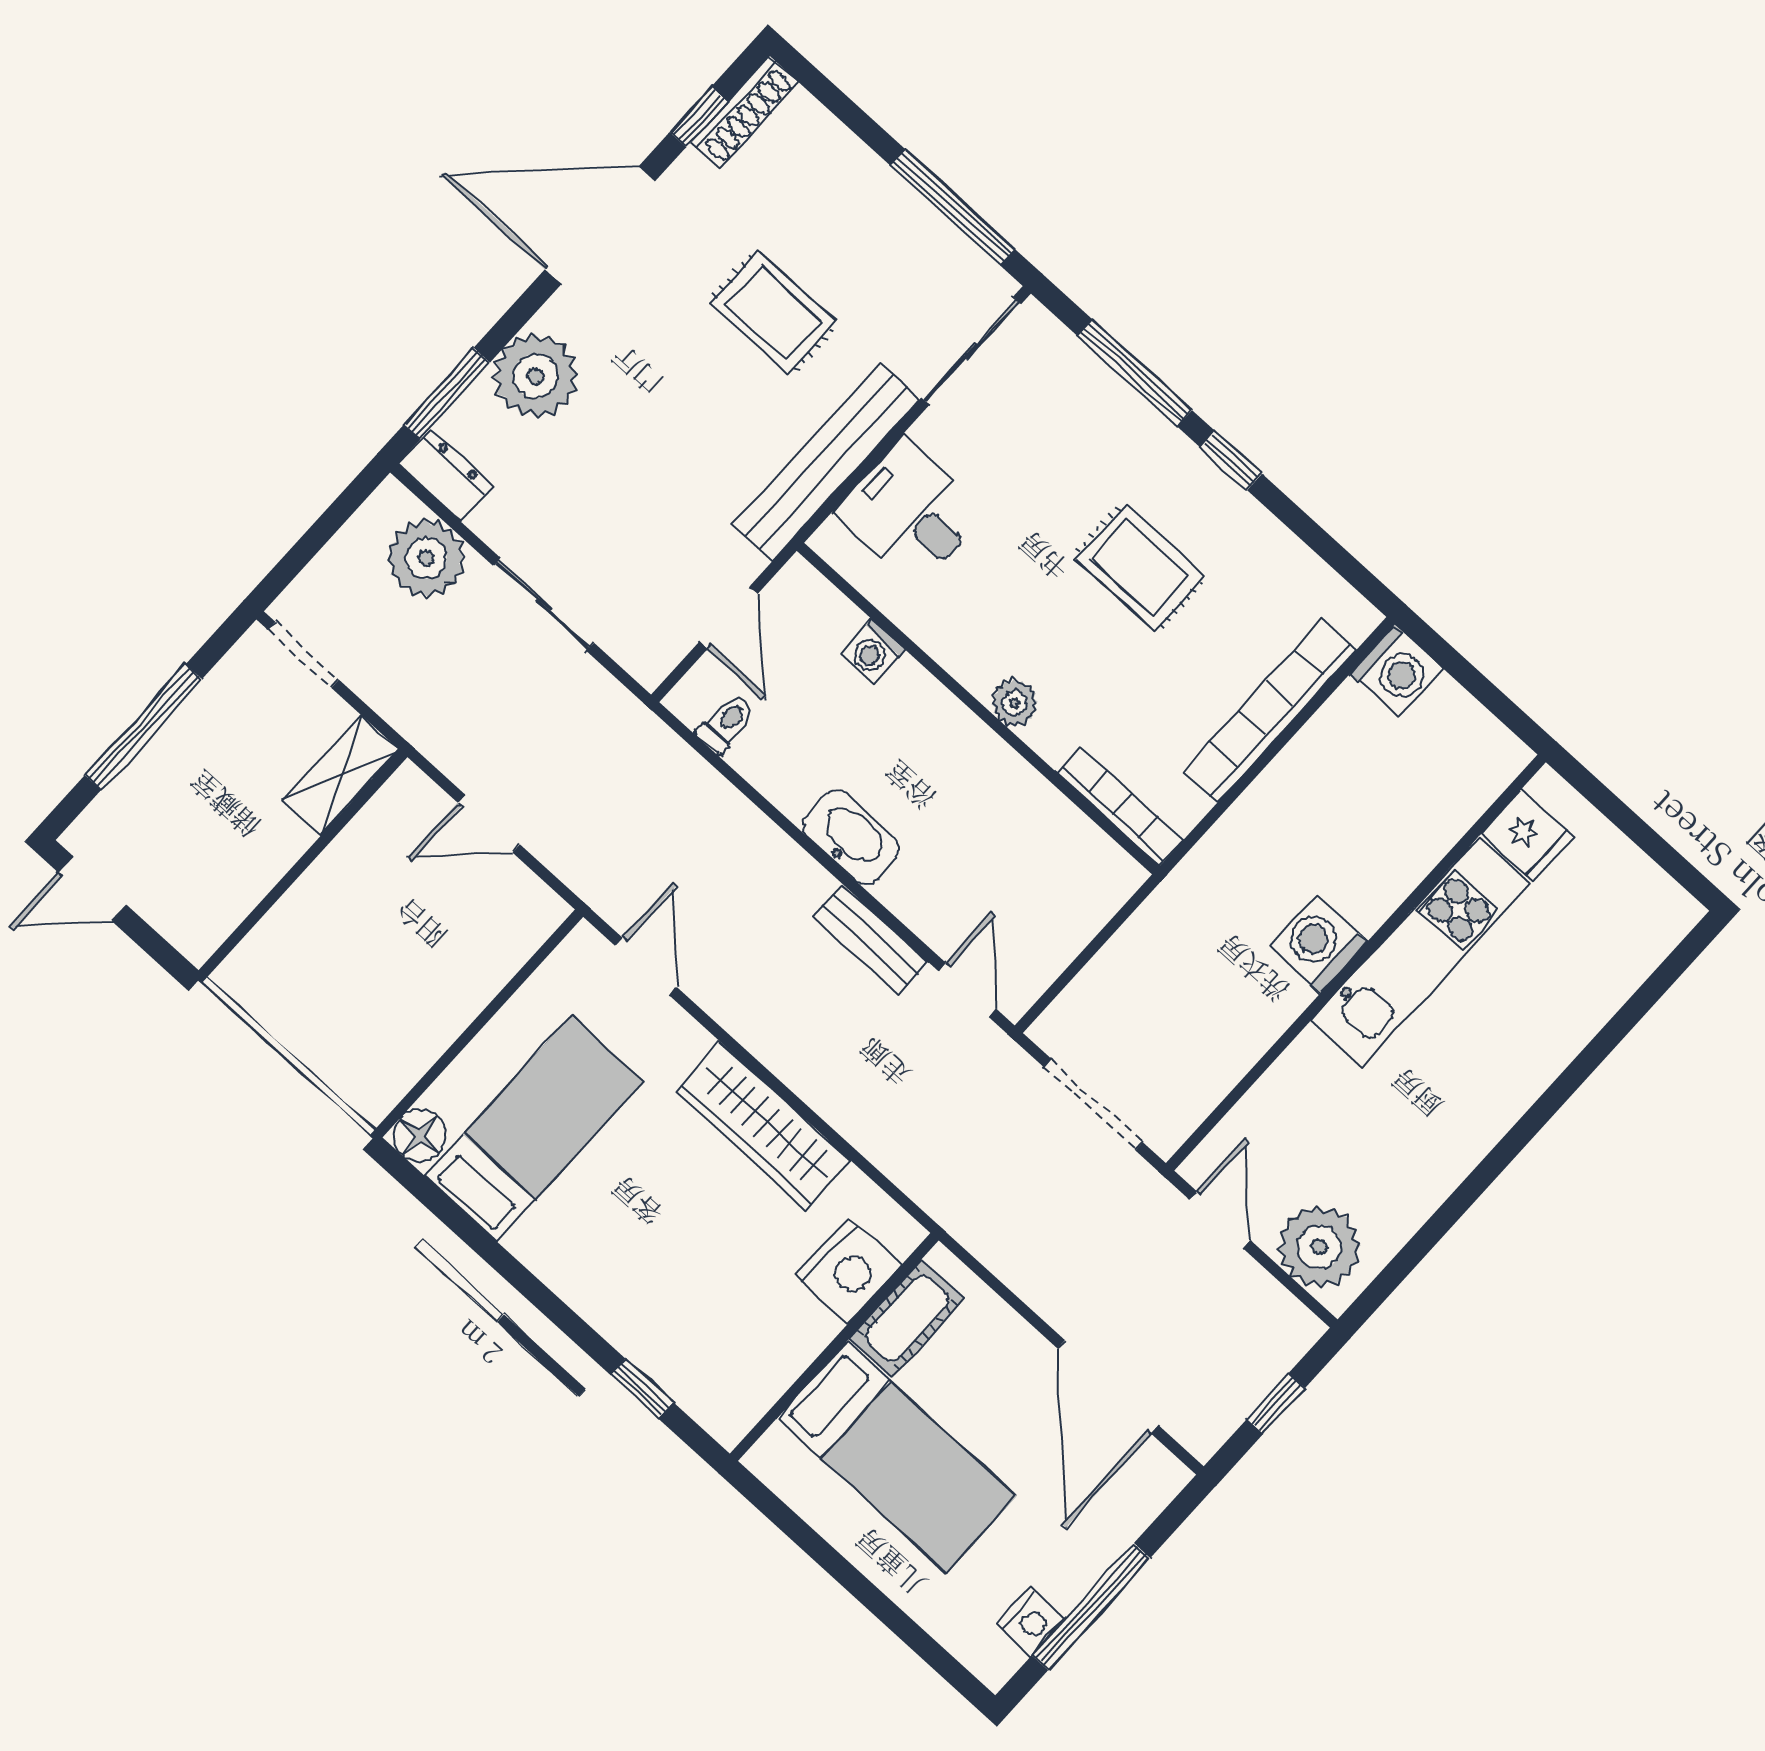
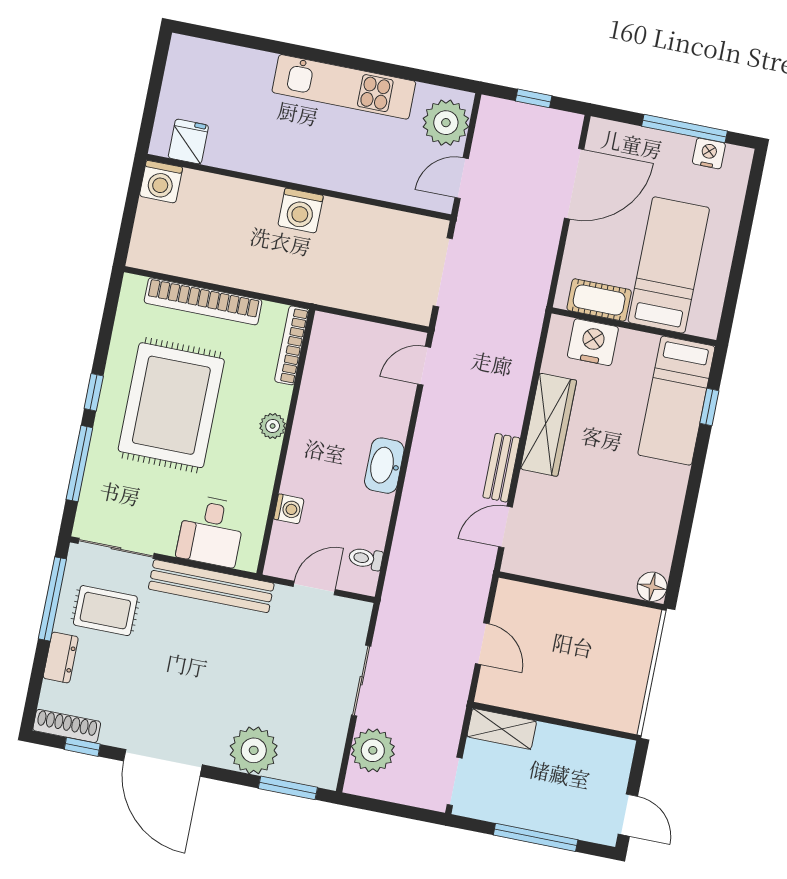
rug: (773, 313) -> (105, 611), moved, turned 90
dresser: (445, 475) -> (61, 658), moved, turned 180
rug: (1140, 567) -> (171, 405), width x1.86, depth x2.06
washing machine: (1397, 671) -> (161, 182), moved, turned 180
bench: (870, 940) -> (501, 468), moved
kitchen unit: (1420, 953) -> (344, 87), moved, turned 180
bed: (534, 1129) -> (676, 401), moved, turned -90

